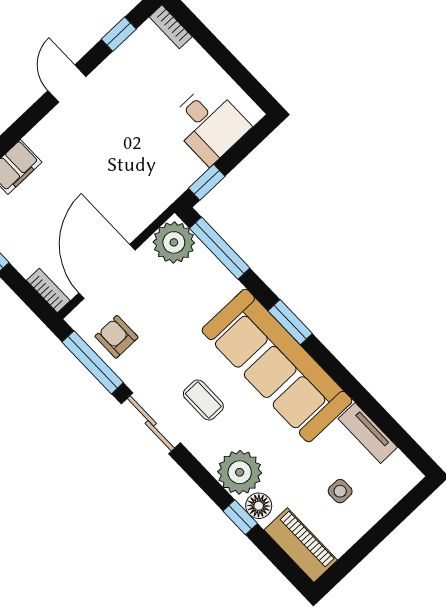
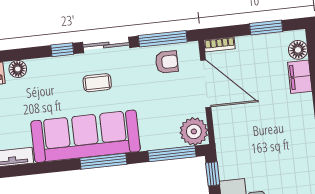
window: (290, 322) -> (103, 161), width x1.44
plant: (240, 472) -> (44, 72), removed
window: (240, 517) -> (62, 50), moved

